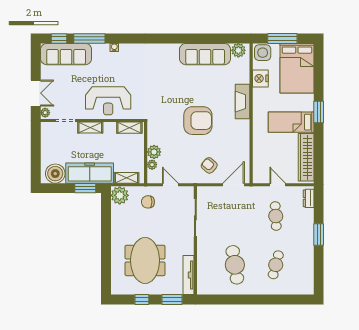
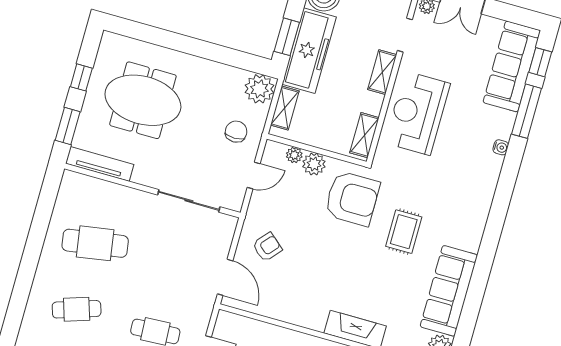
rug: (178, 89) -> (404, 232), added
armchair: (198, 121) -> (352, 198), moved, turned -90
cafe table: (276, 265) -> (77, 309), turned -33

